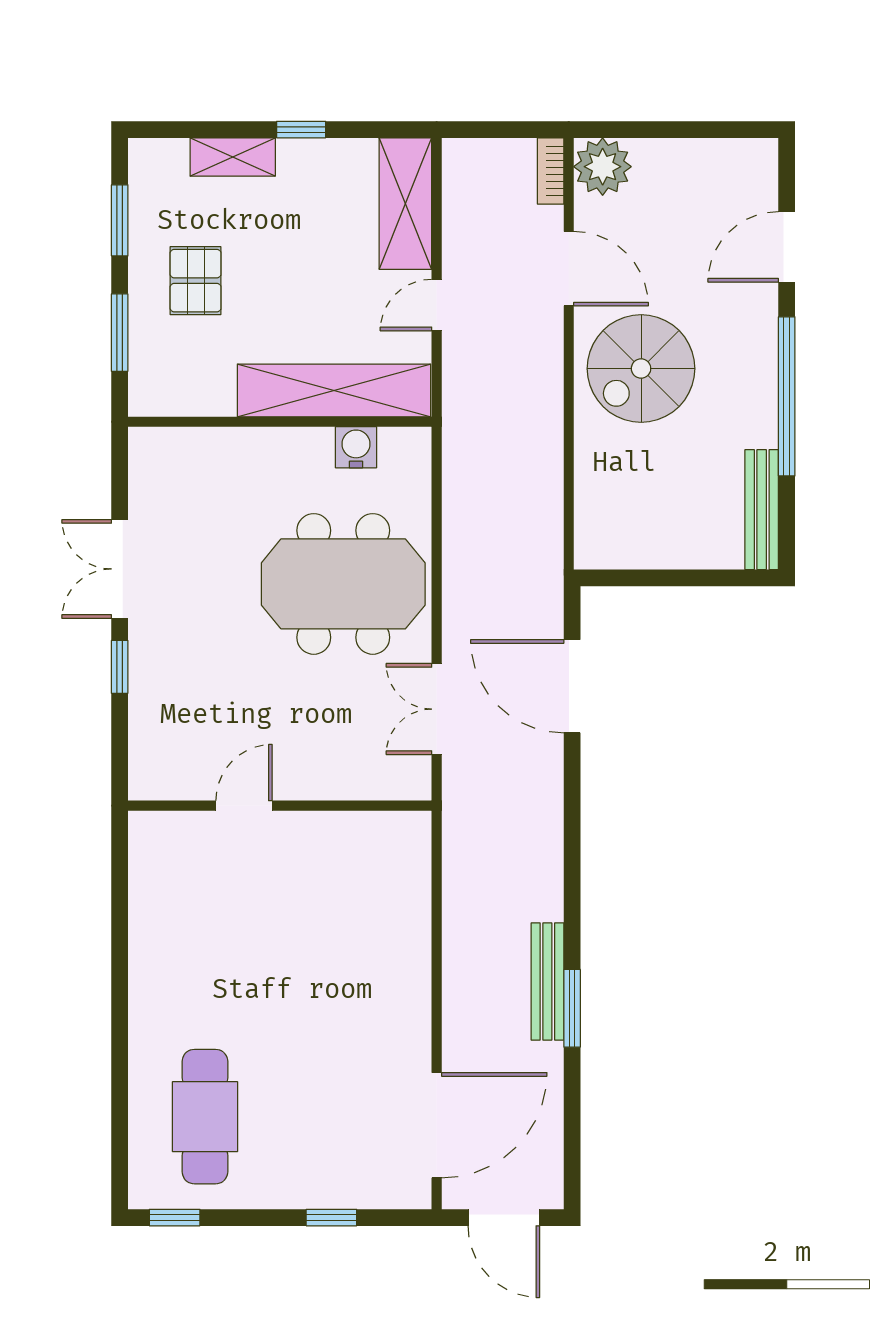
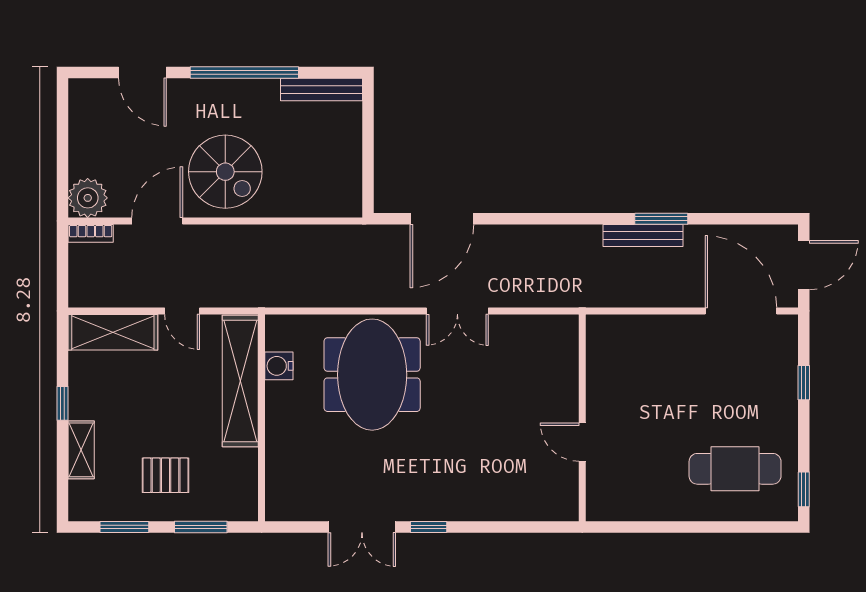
door: (244, 806) -> (582, 442), moved
wall: (280, 806) -> (582, 418), moved

